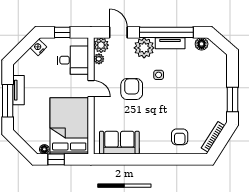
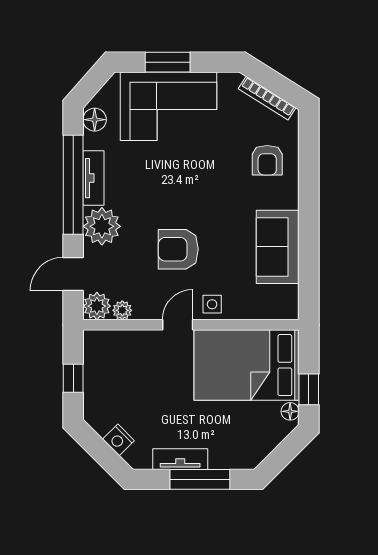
nightstand: (38, 47) -> (118, 440), moved
desk: (73, 60) -> (125, 358), removed
side table: (159, 75) -> (212, 304), moved
corner sofa: (209, 84) -> (168, 106), added
window: (232, 99) -> (168, 62), moved
armchair: (180, 137) -> (267, 160), turned 90
sofa: (119, 143) -> (278, 247), moved

